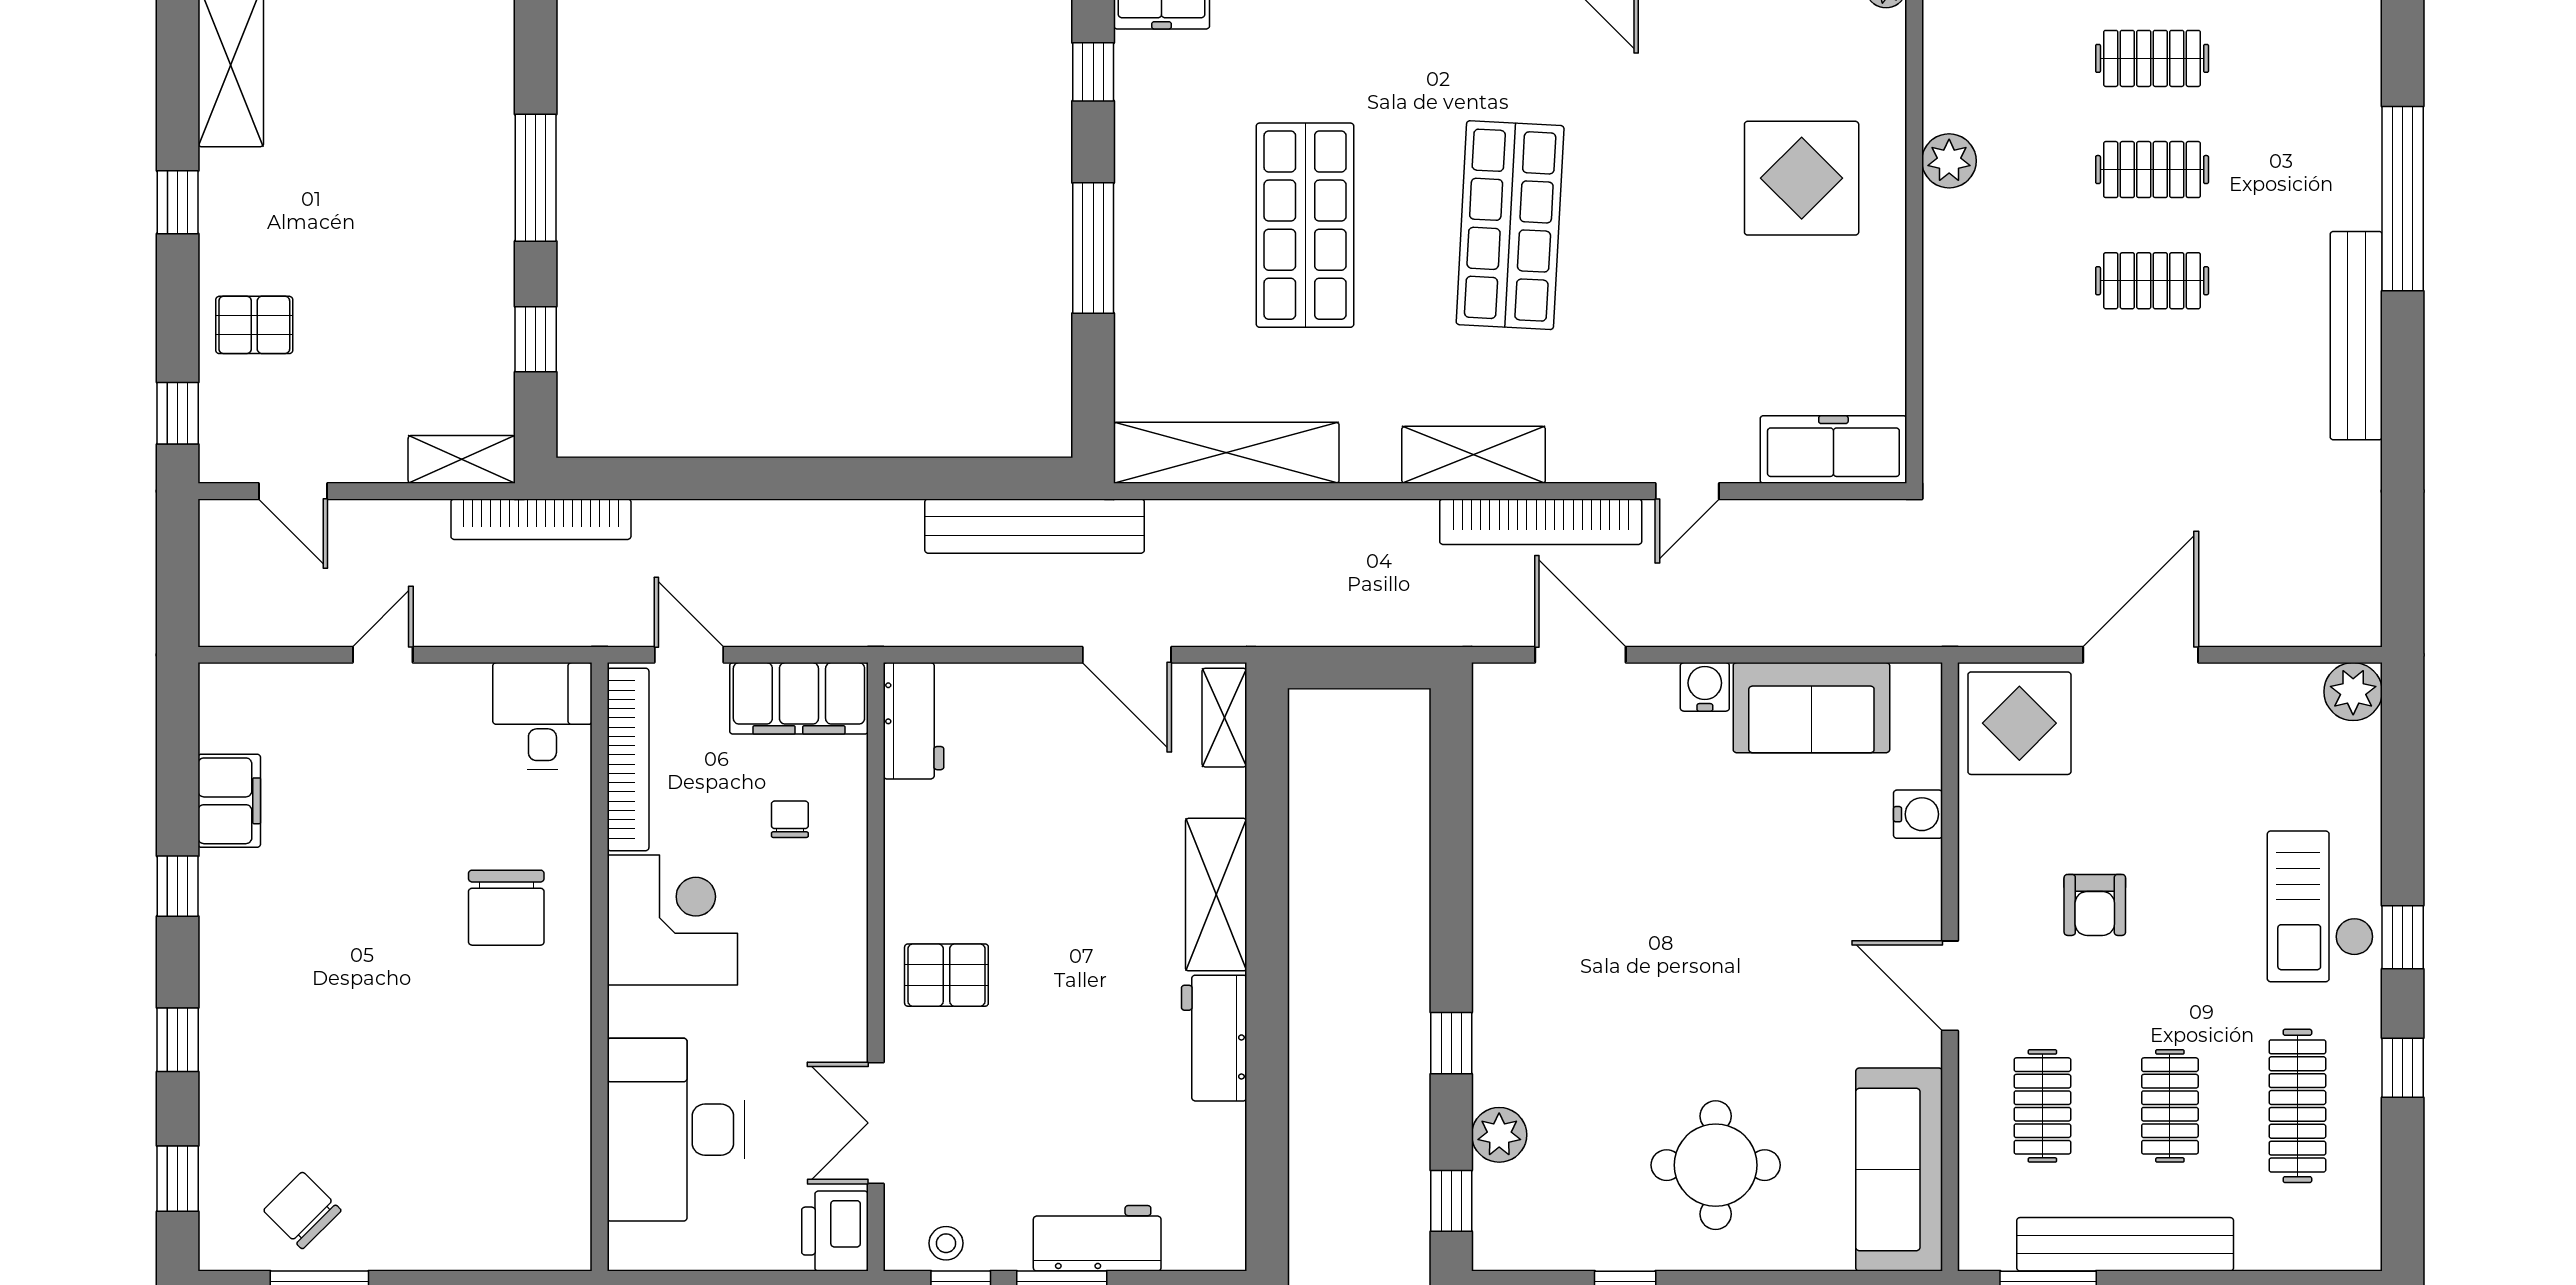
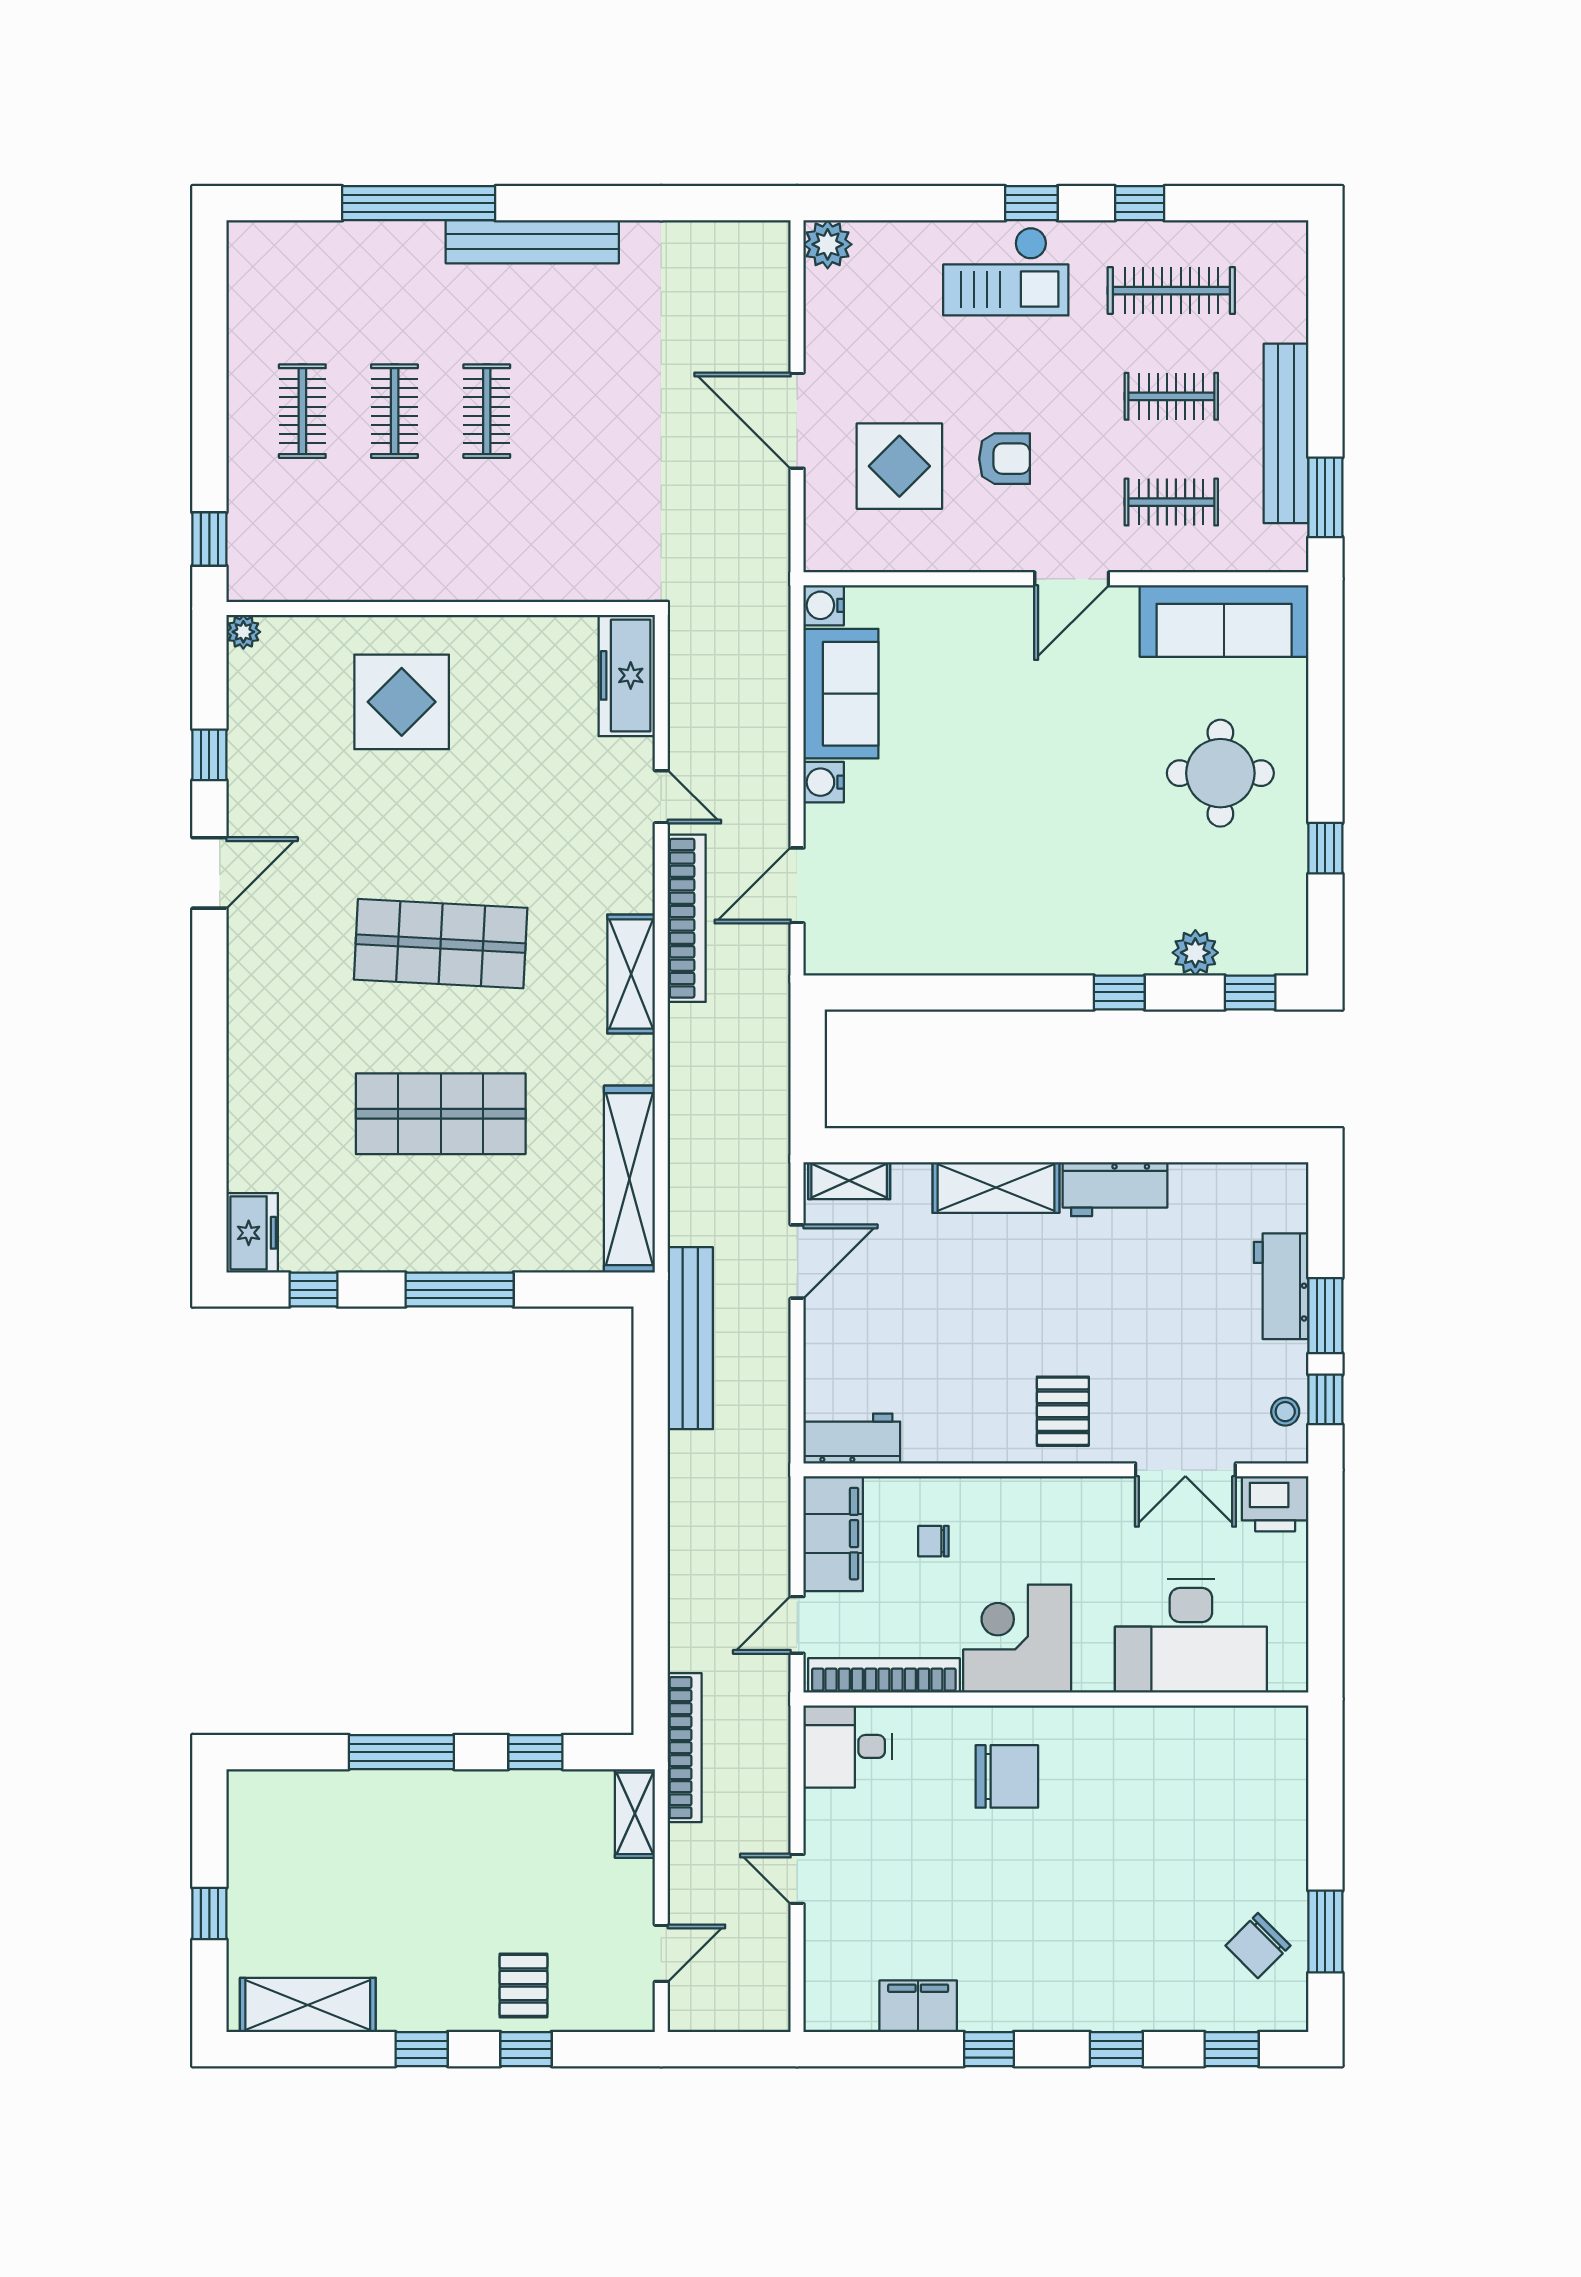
plant: (1949, 161) -> (387, 580), removed
window: (178, 413) -> (526, 2049), moved
display table: (2019, 723) -> (899, 466), moved
water cooler: (1918, 814) -> (824, 605), moved, turned -90

